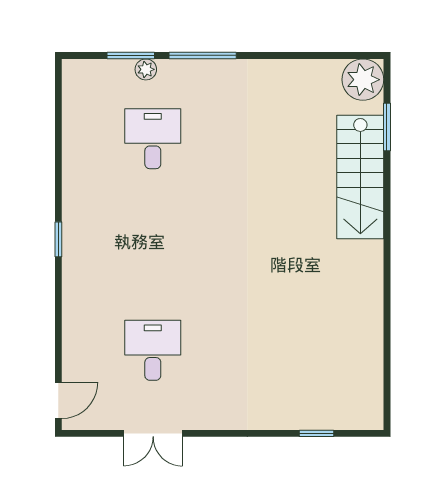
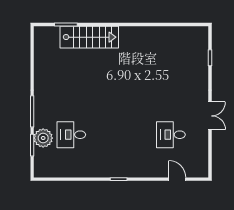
plant: (146, 69) -> (43, 138), width x1.88, depth x1.88
plant: (363, 80) -> (44, 36), removed
door: (58, 400) -> (177, 179), moved
double door: (153, 433) -> (210, 116), moved

